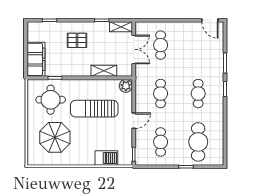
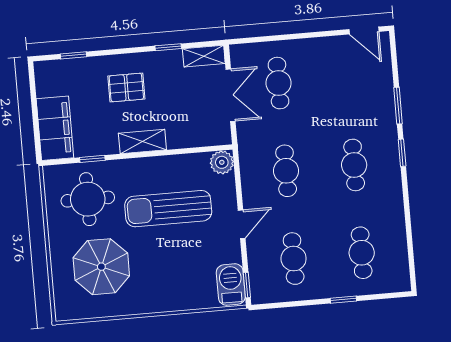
shelving: (104, 71) -> (142, 142), moved
cafe table: (198, 142) -> (362, 253), width x0.73, depth x0.74
barbecue: (106, 158) -> (231, 285), moved, turned -90

